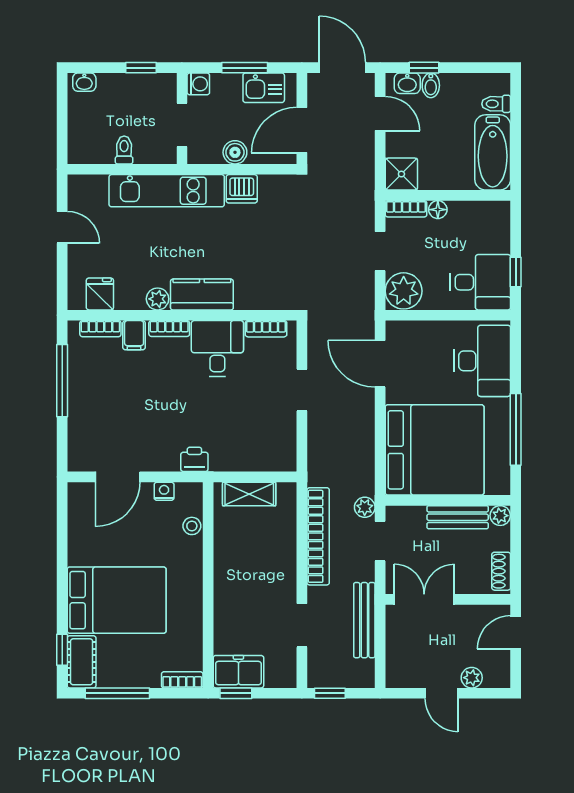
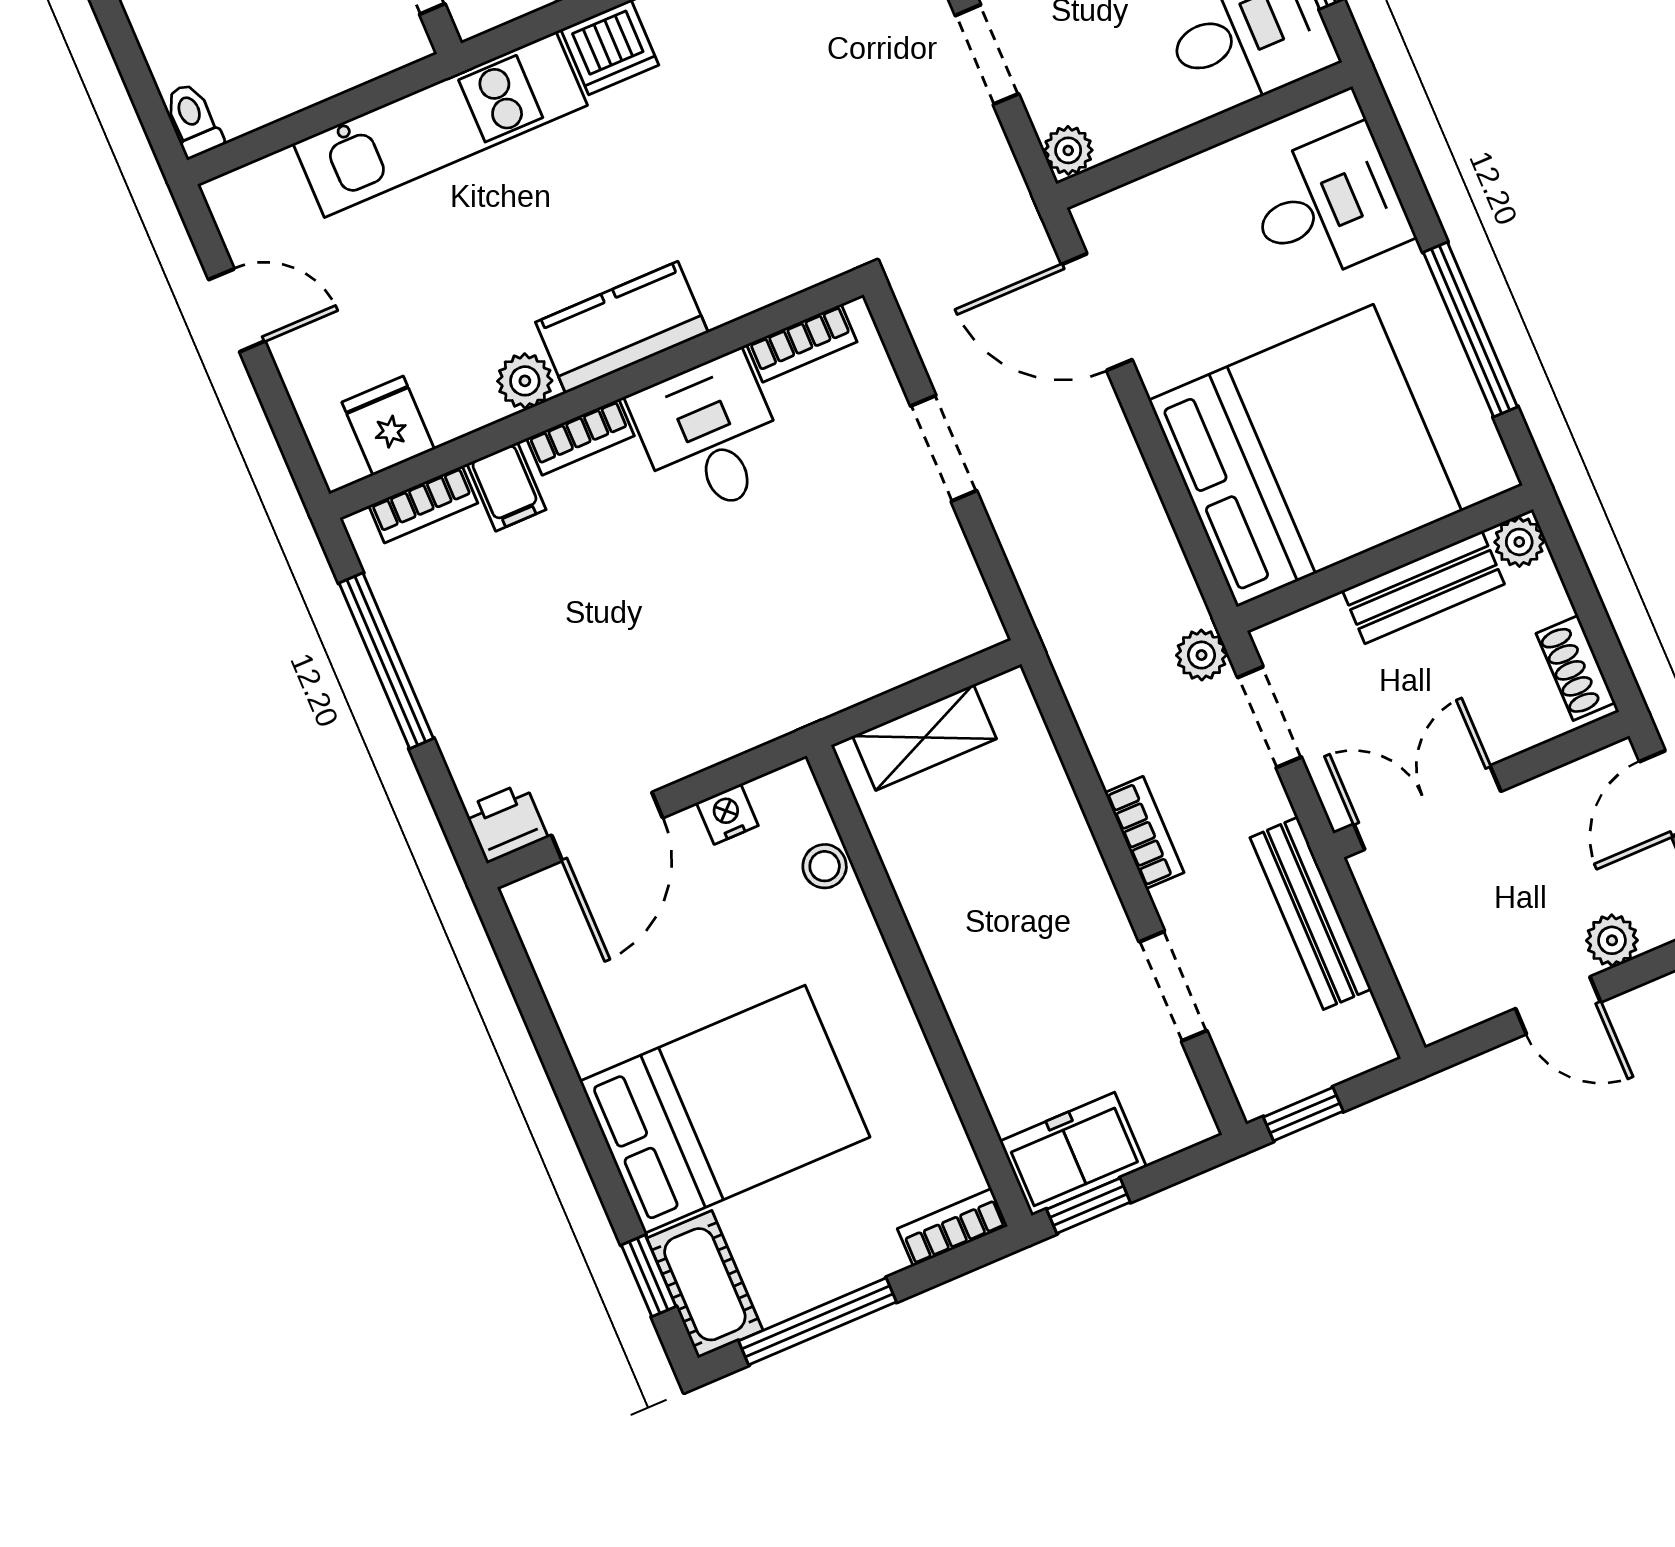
toilet: (124, 150) -> (193, 120), moved
plant: (404, 291) -> (1068, 150), width x0.53, depth x0.53
desk: (482, 361) -> (1328, 206), width x0.73
printer: (194, 459) -> (506, 823), moved
bookcase: (318, 536) -> (1144, 833), width x0.43, depth x0.76

